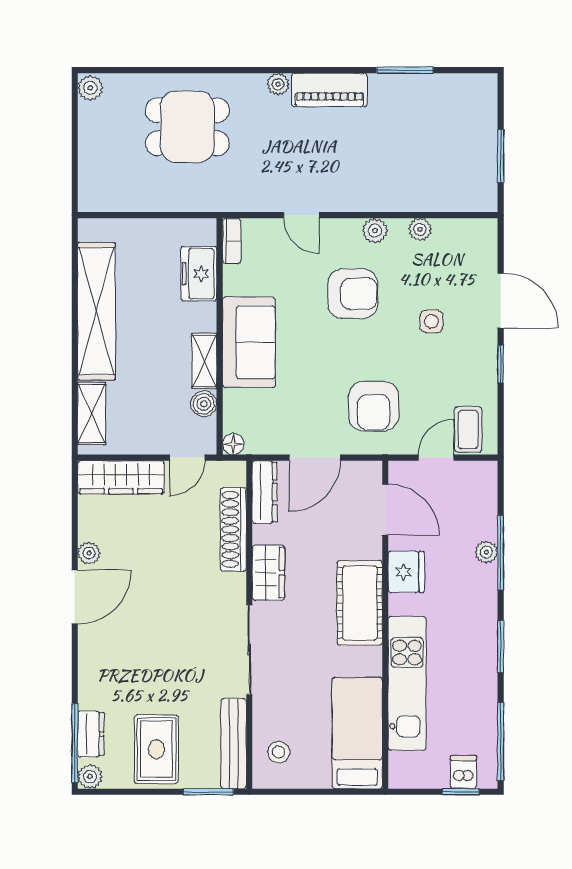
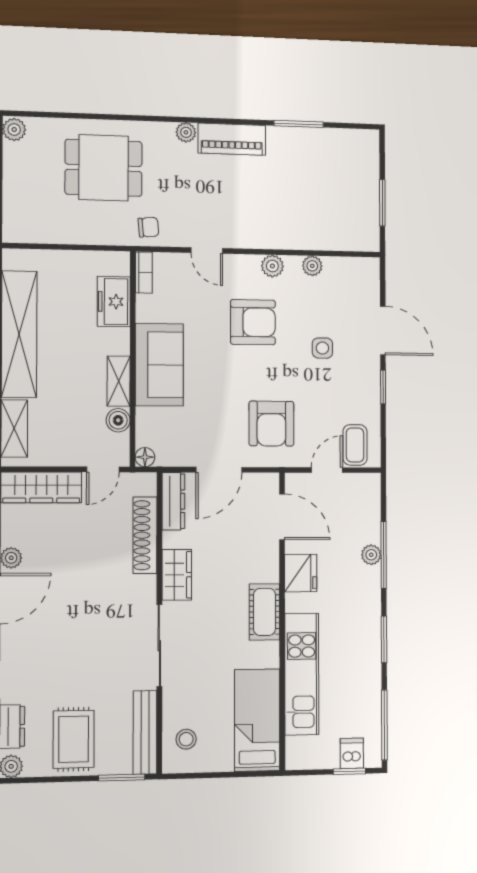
chair: (237, 191) -> (148, 227), added
cot: (360, 603) -> (264, 612), width x0.73, depth x0.75

